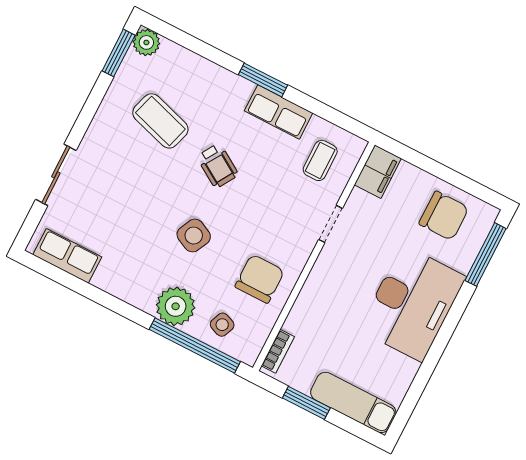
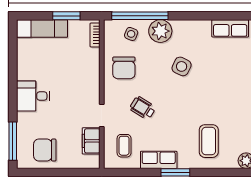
coffee table: (160, 121) -> (209, 141), moved, turned 73
wheelchair: (218, 166) -> (143, 108), moved
filing cabinet: (378, 172) -> (91, 141), moved
side table: (194, 236) -> (182, 66), moved
desk: (412, 303) -> (33, 96), width x0.53, depth x0.77

